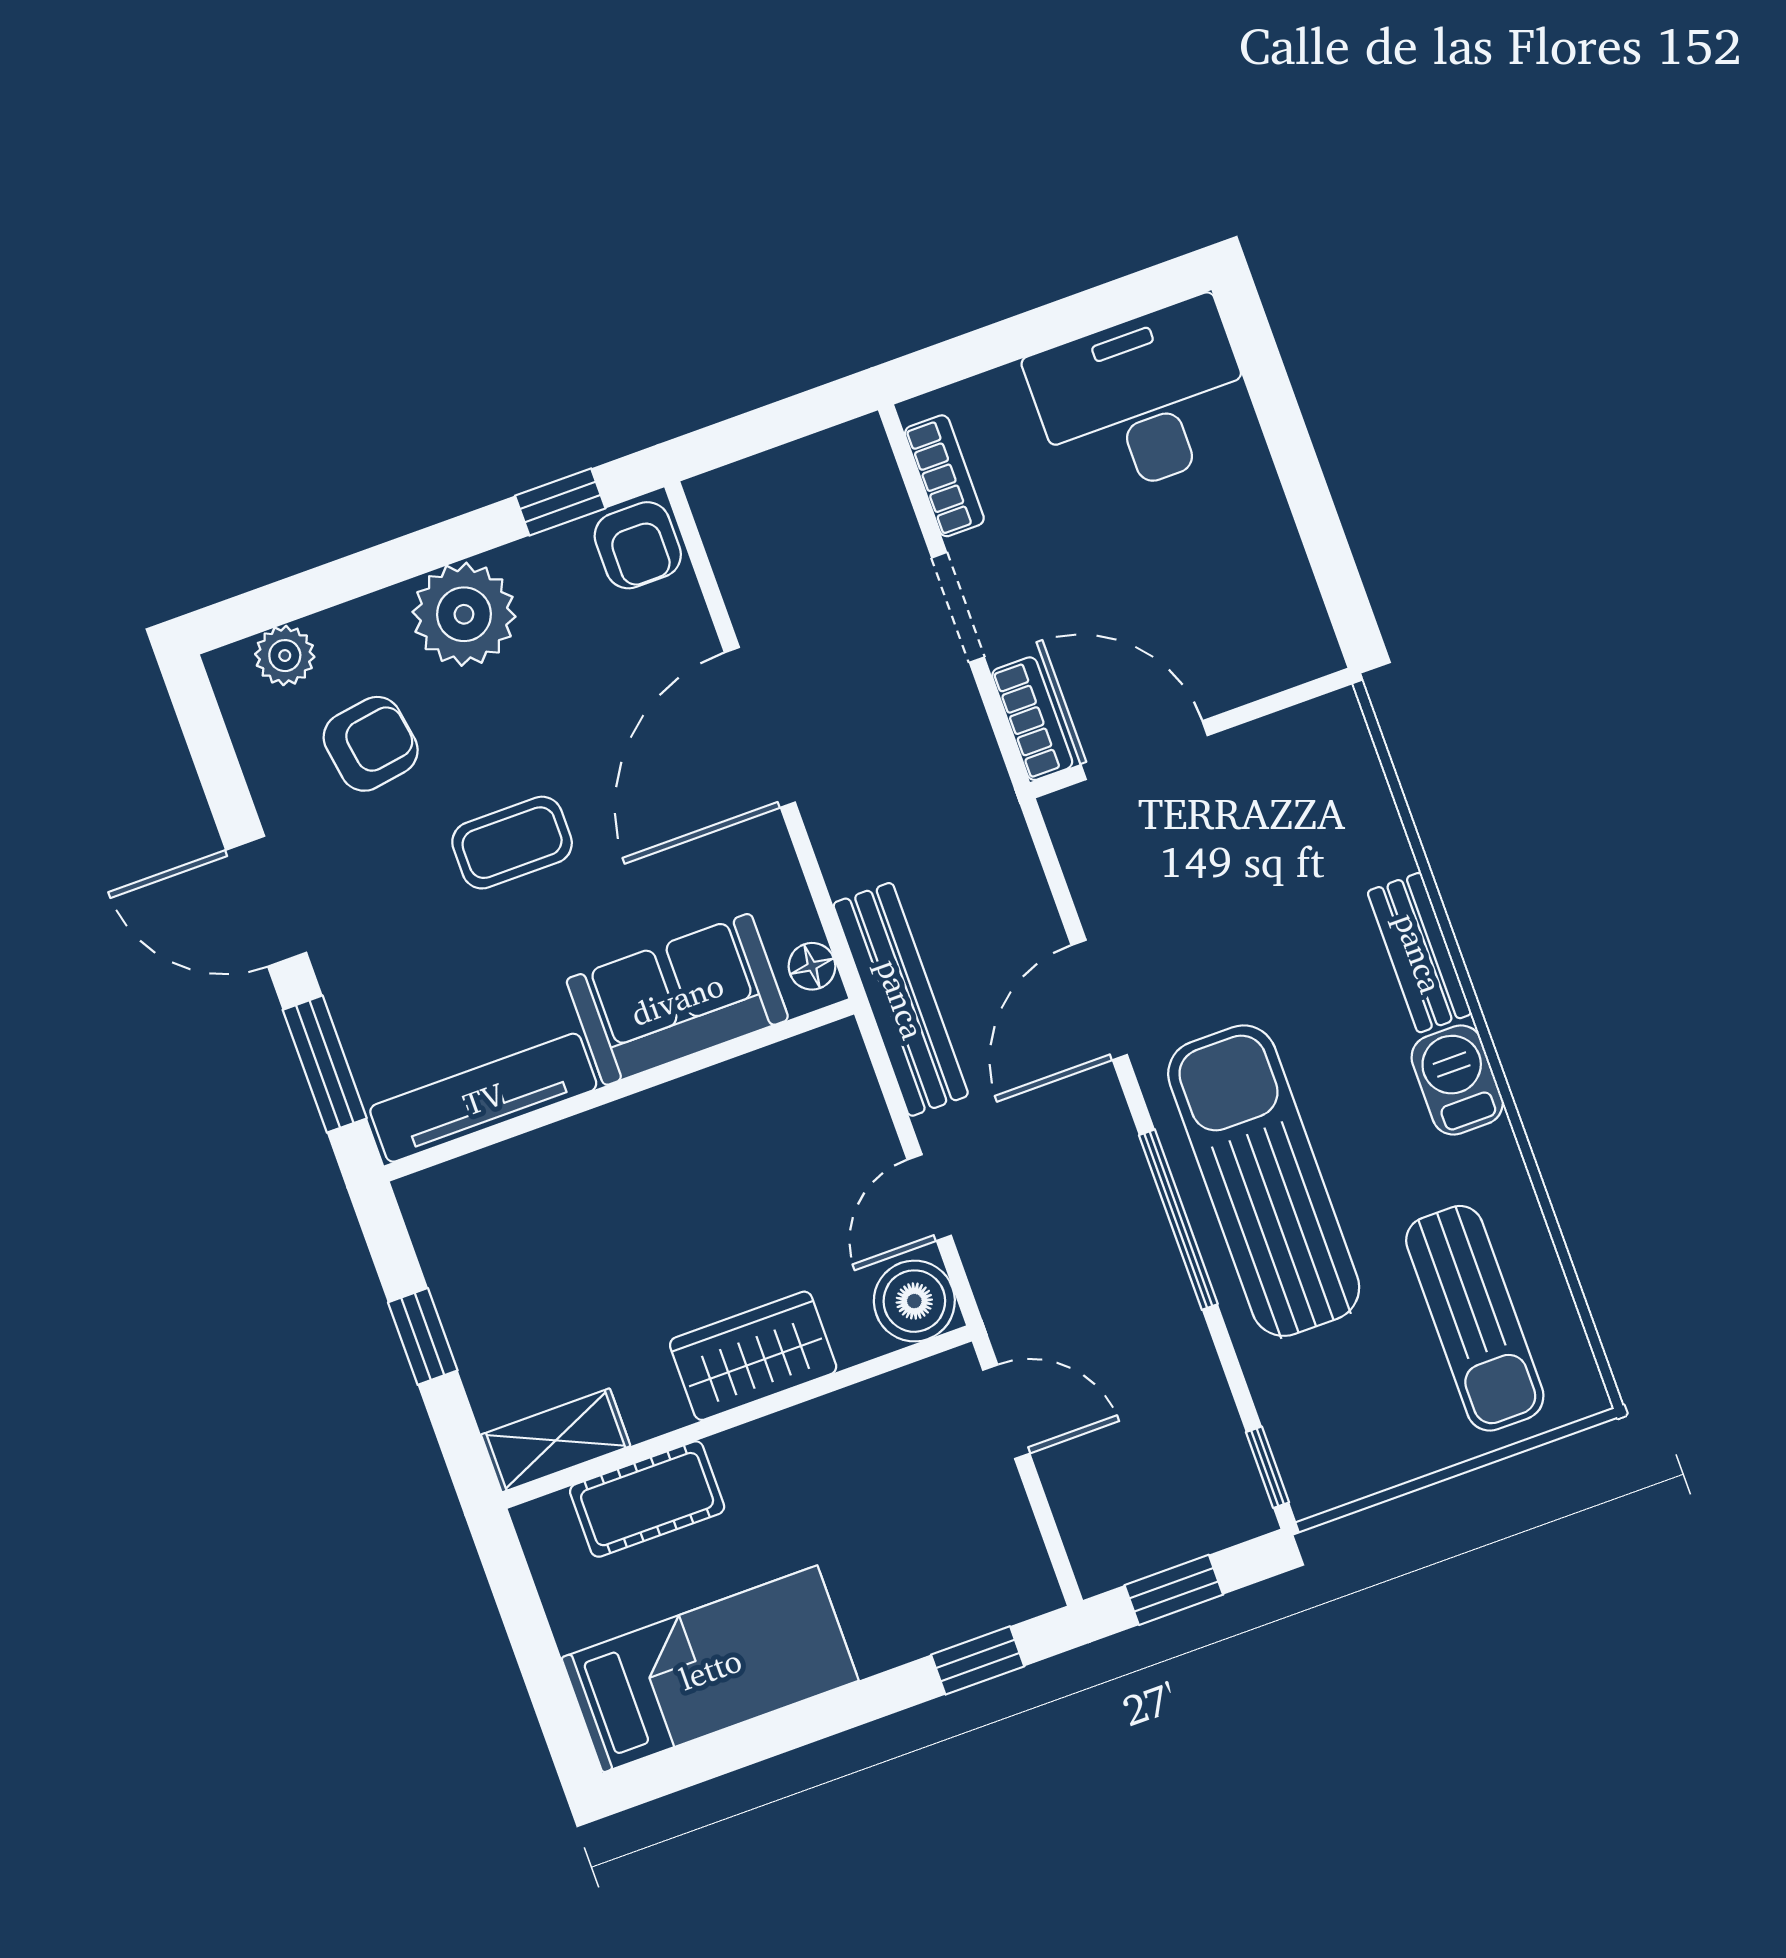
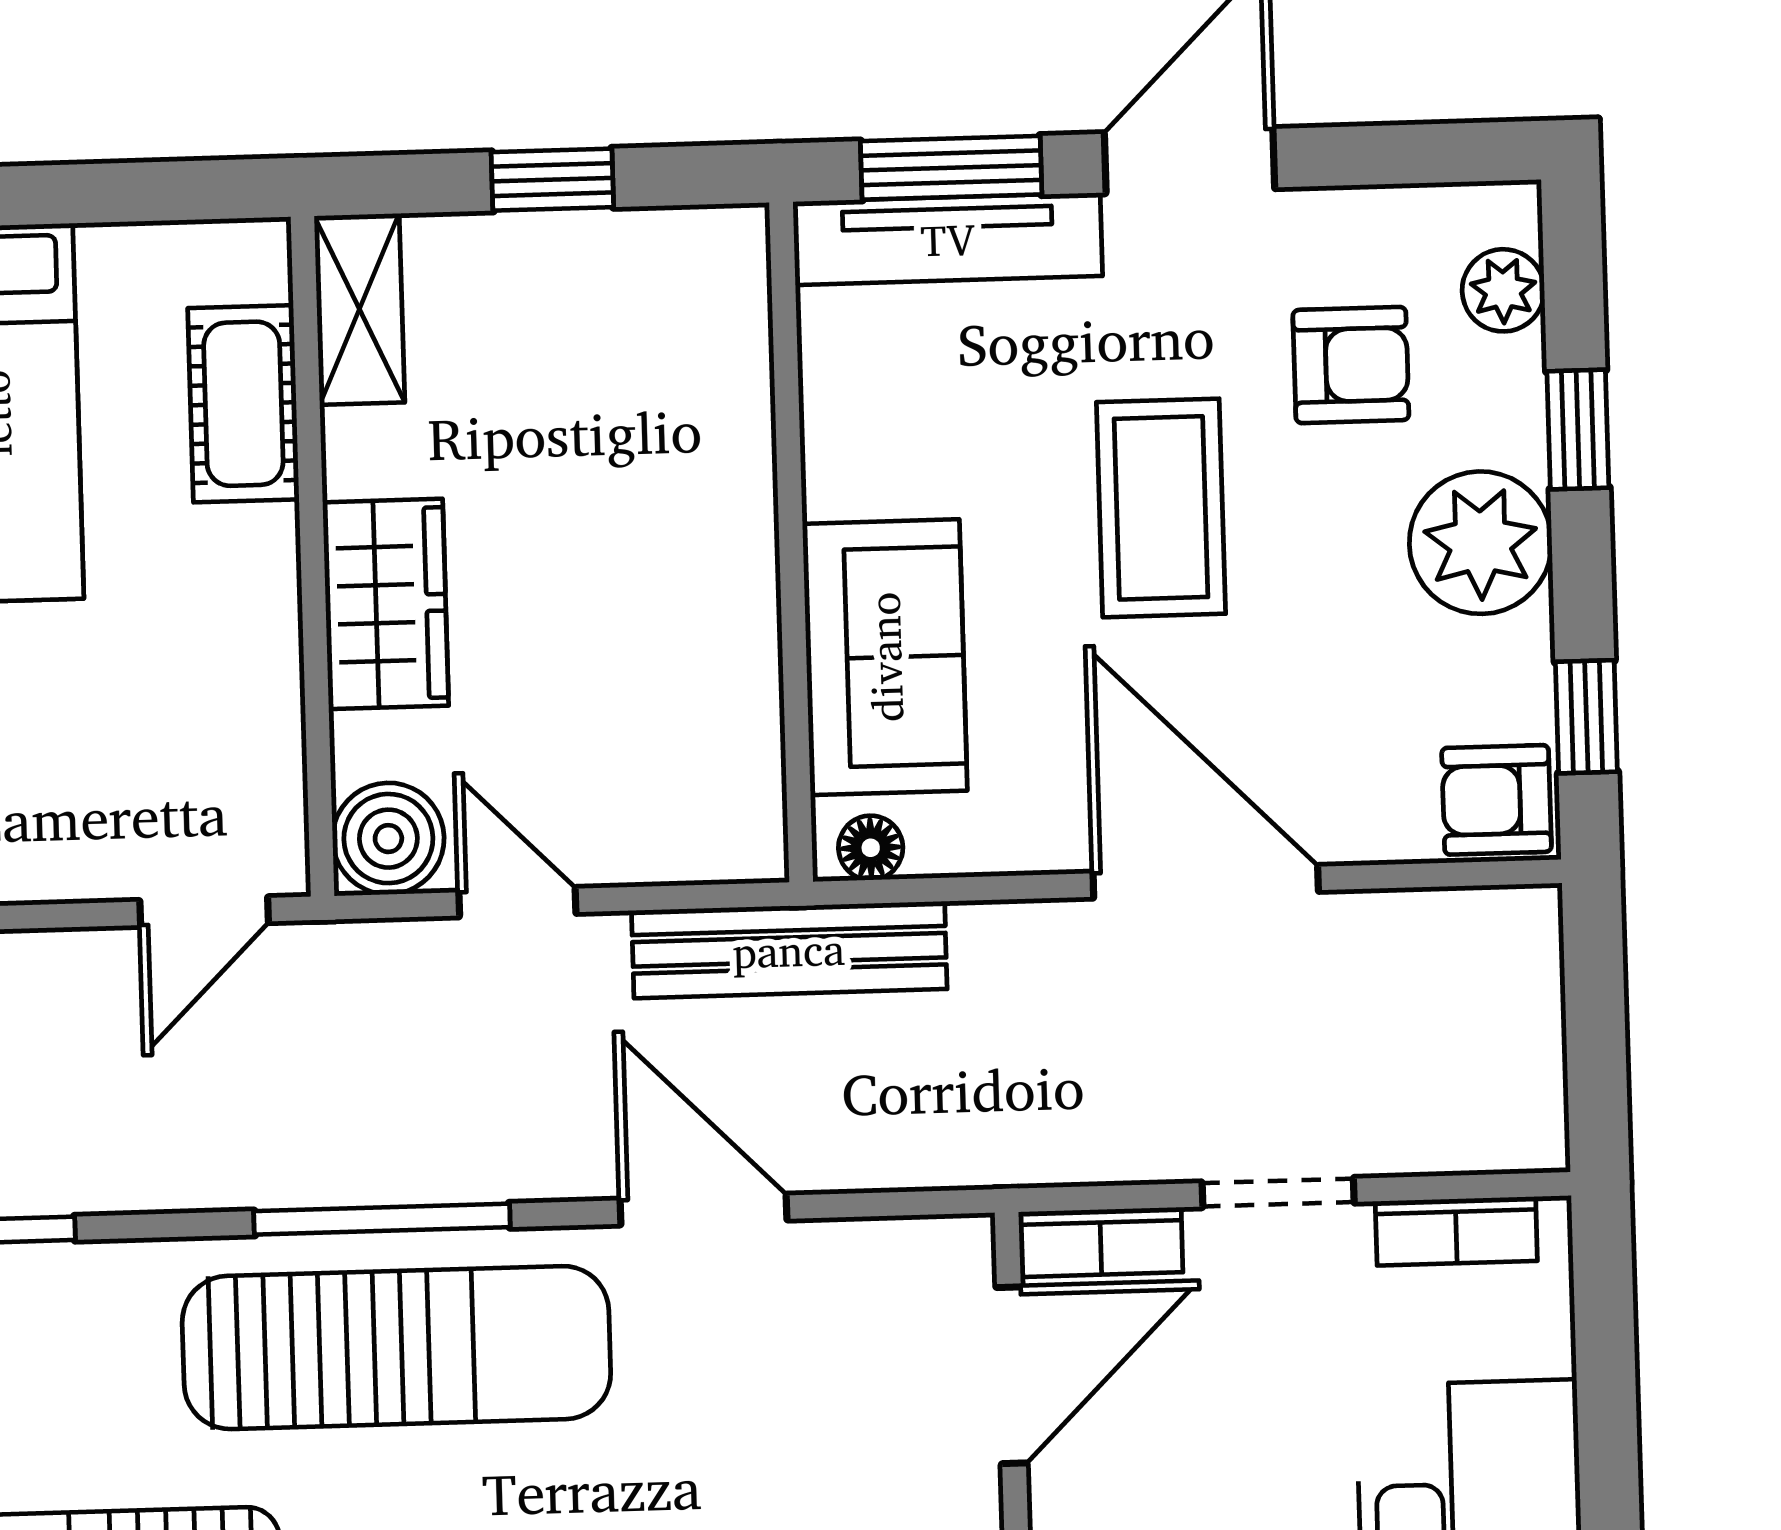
window: (364, 573) -> (1578, 429), added
armchair: (371, 744) -> (1351, 365), turned -81
coffee table: (512, 843) -> (1161, 508), width x1.36, depth x1.30
tv unit: (483, 1098) -> (948, 239), moved, turned 90

